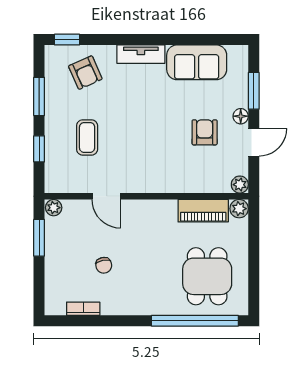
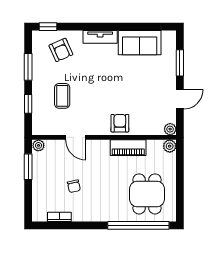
floor lamp: (241, 116) -> (171, 81), removed
armchair: (205, 132) -> (120, 123), moved
piano: (203, 211) -> (128, 148), moved

